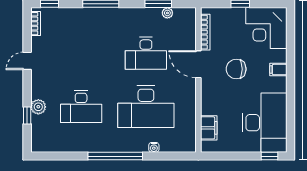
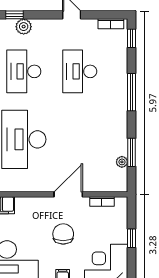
bookcase: (205, 32) -> (102, 202), width x0.64
desk: (146, 53) -> (80, 71), moved

